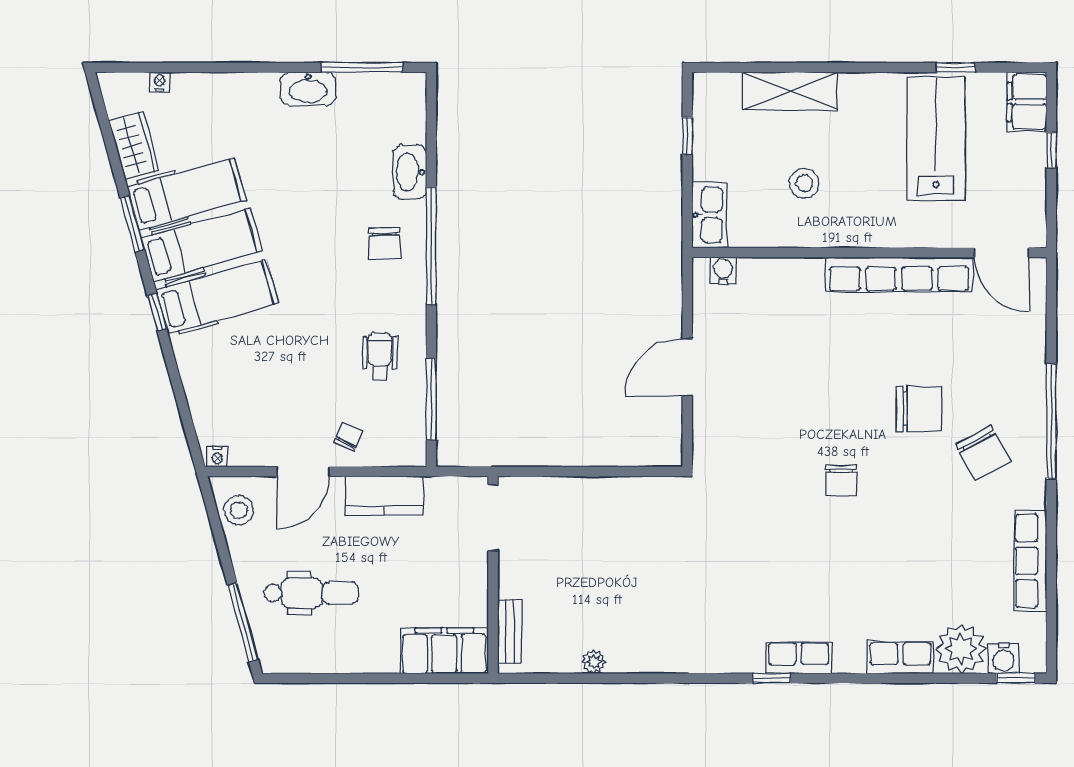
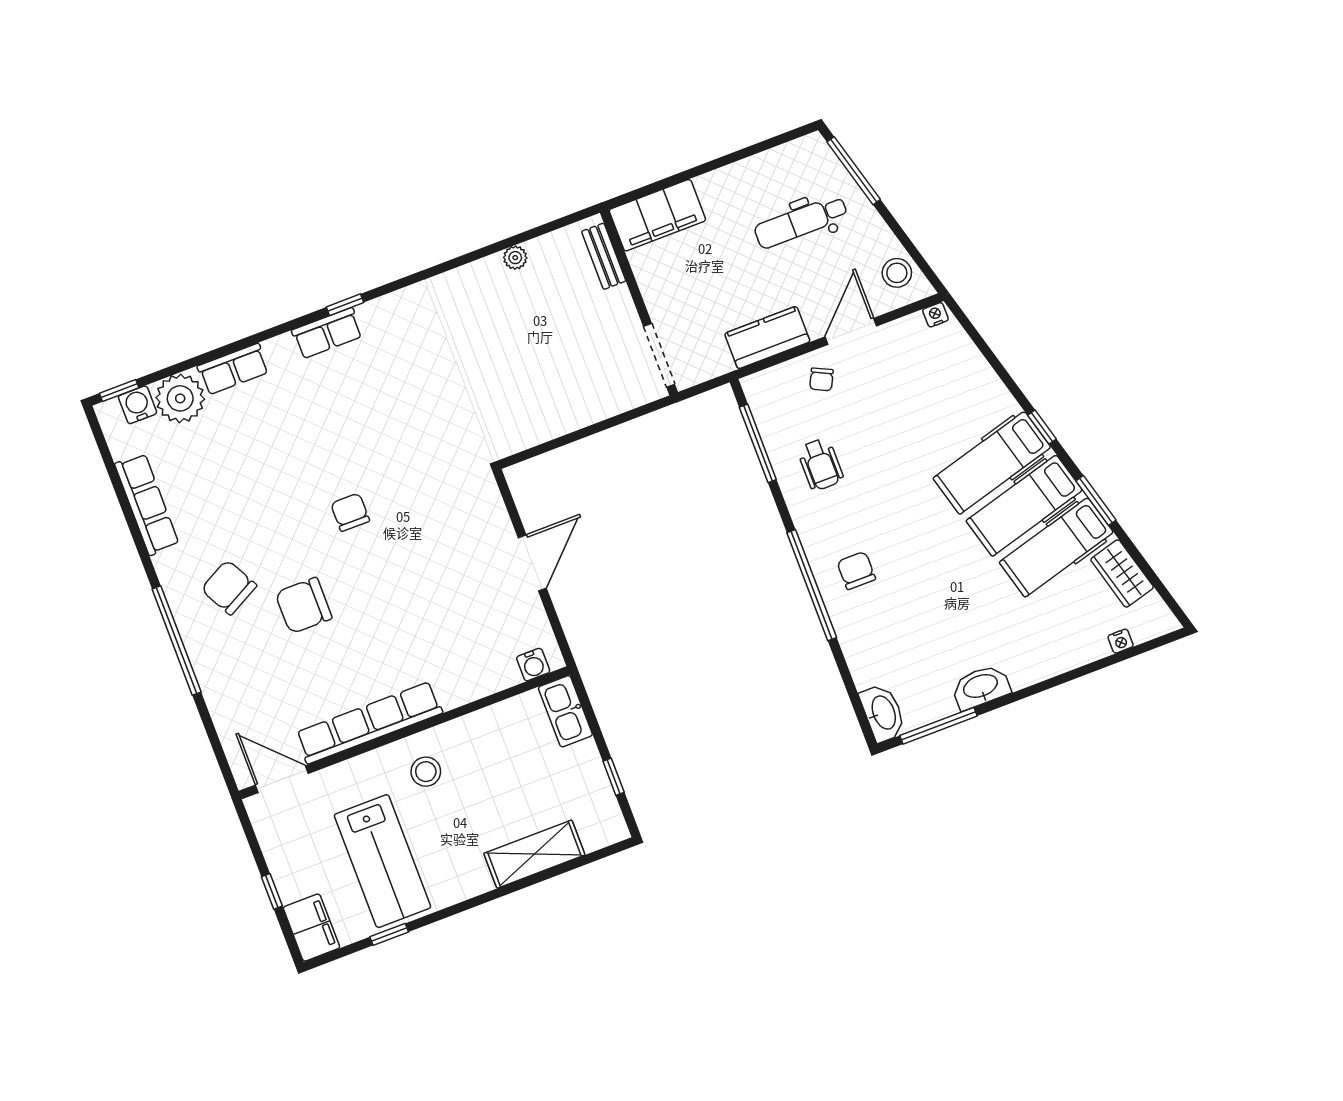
washbasin: (410, 172) -> (883, 713), moved
stool: (804, 183) -> (426, 772), moved

